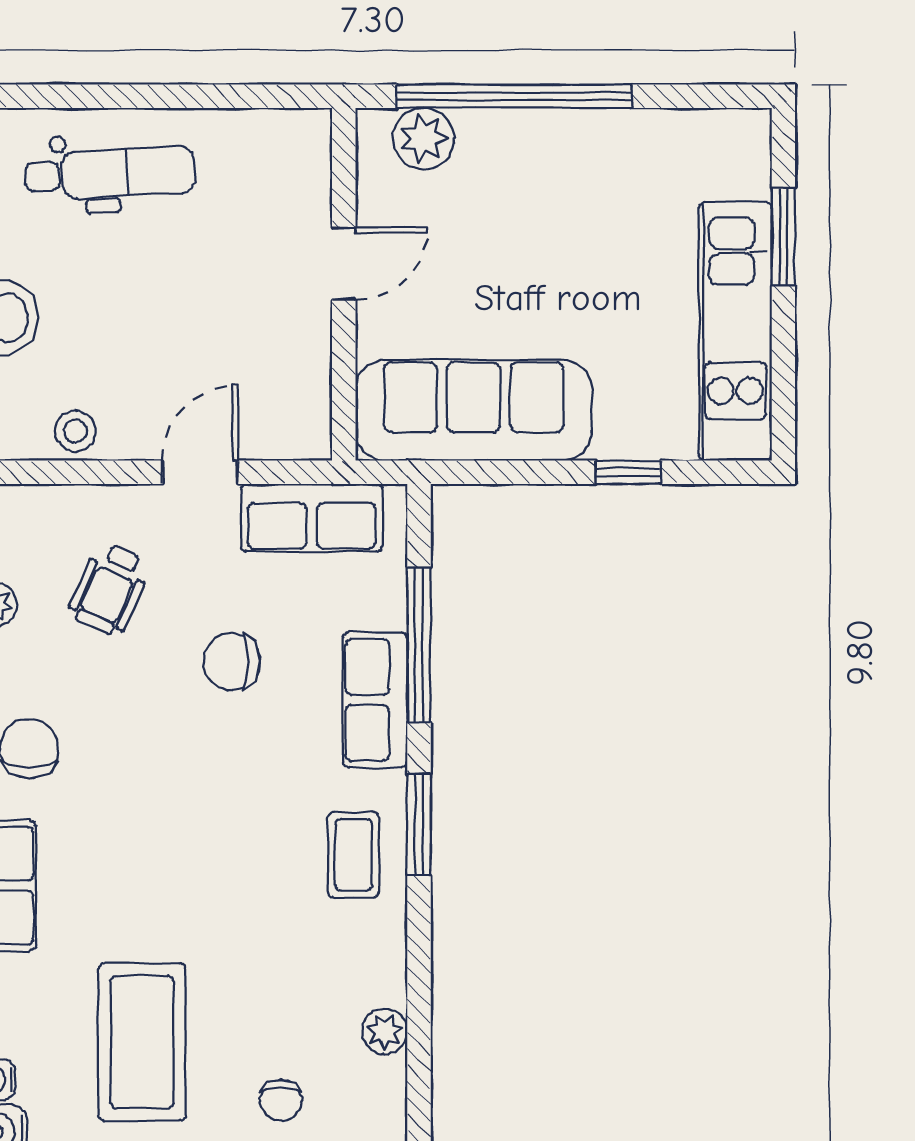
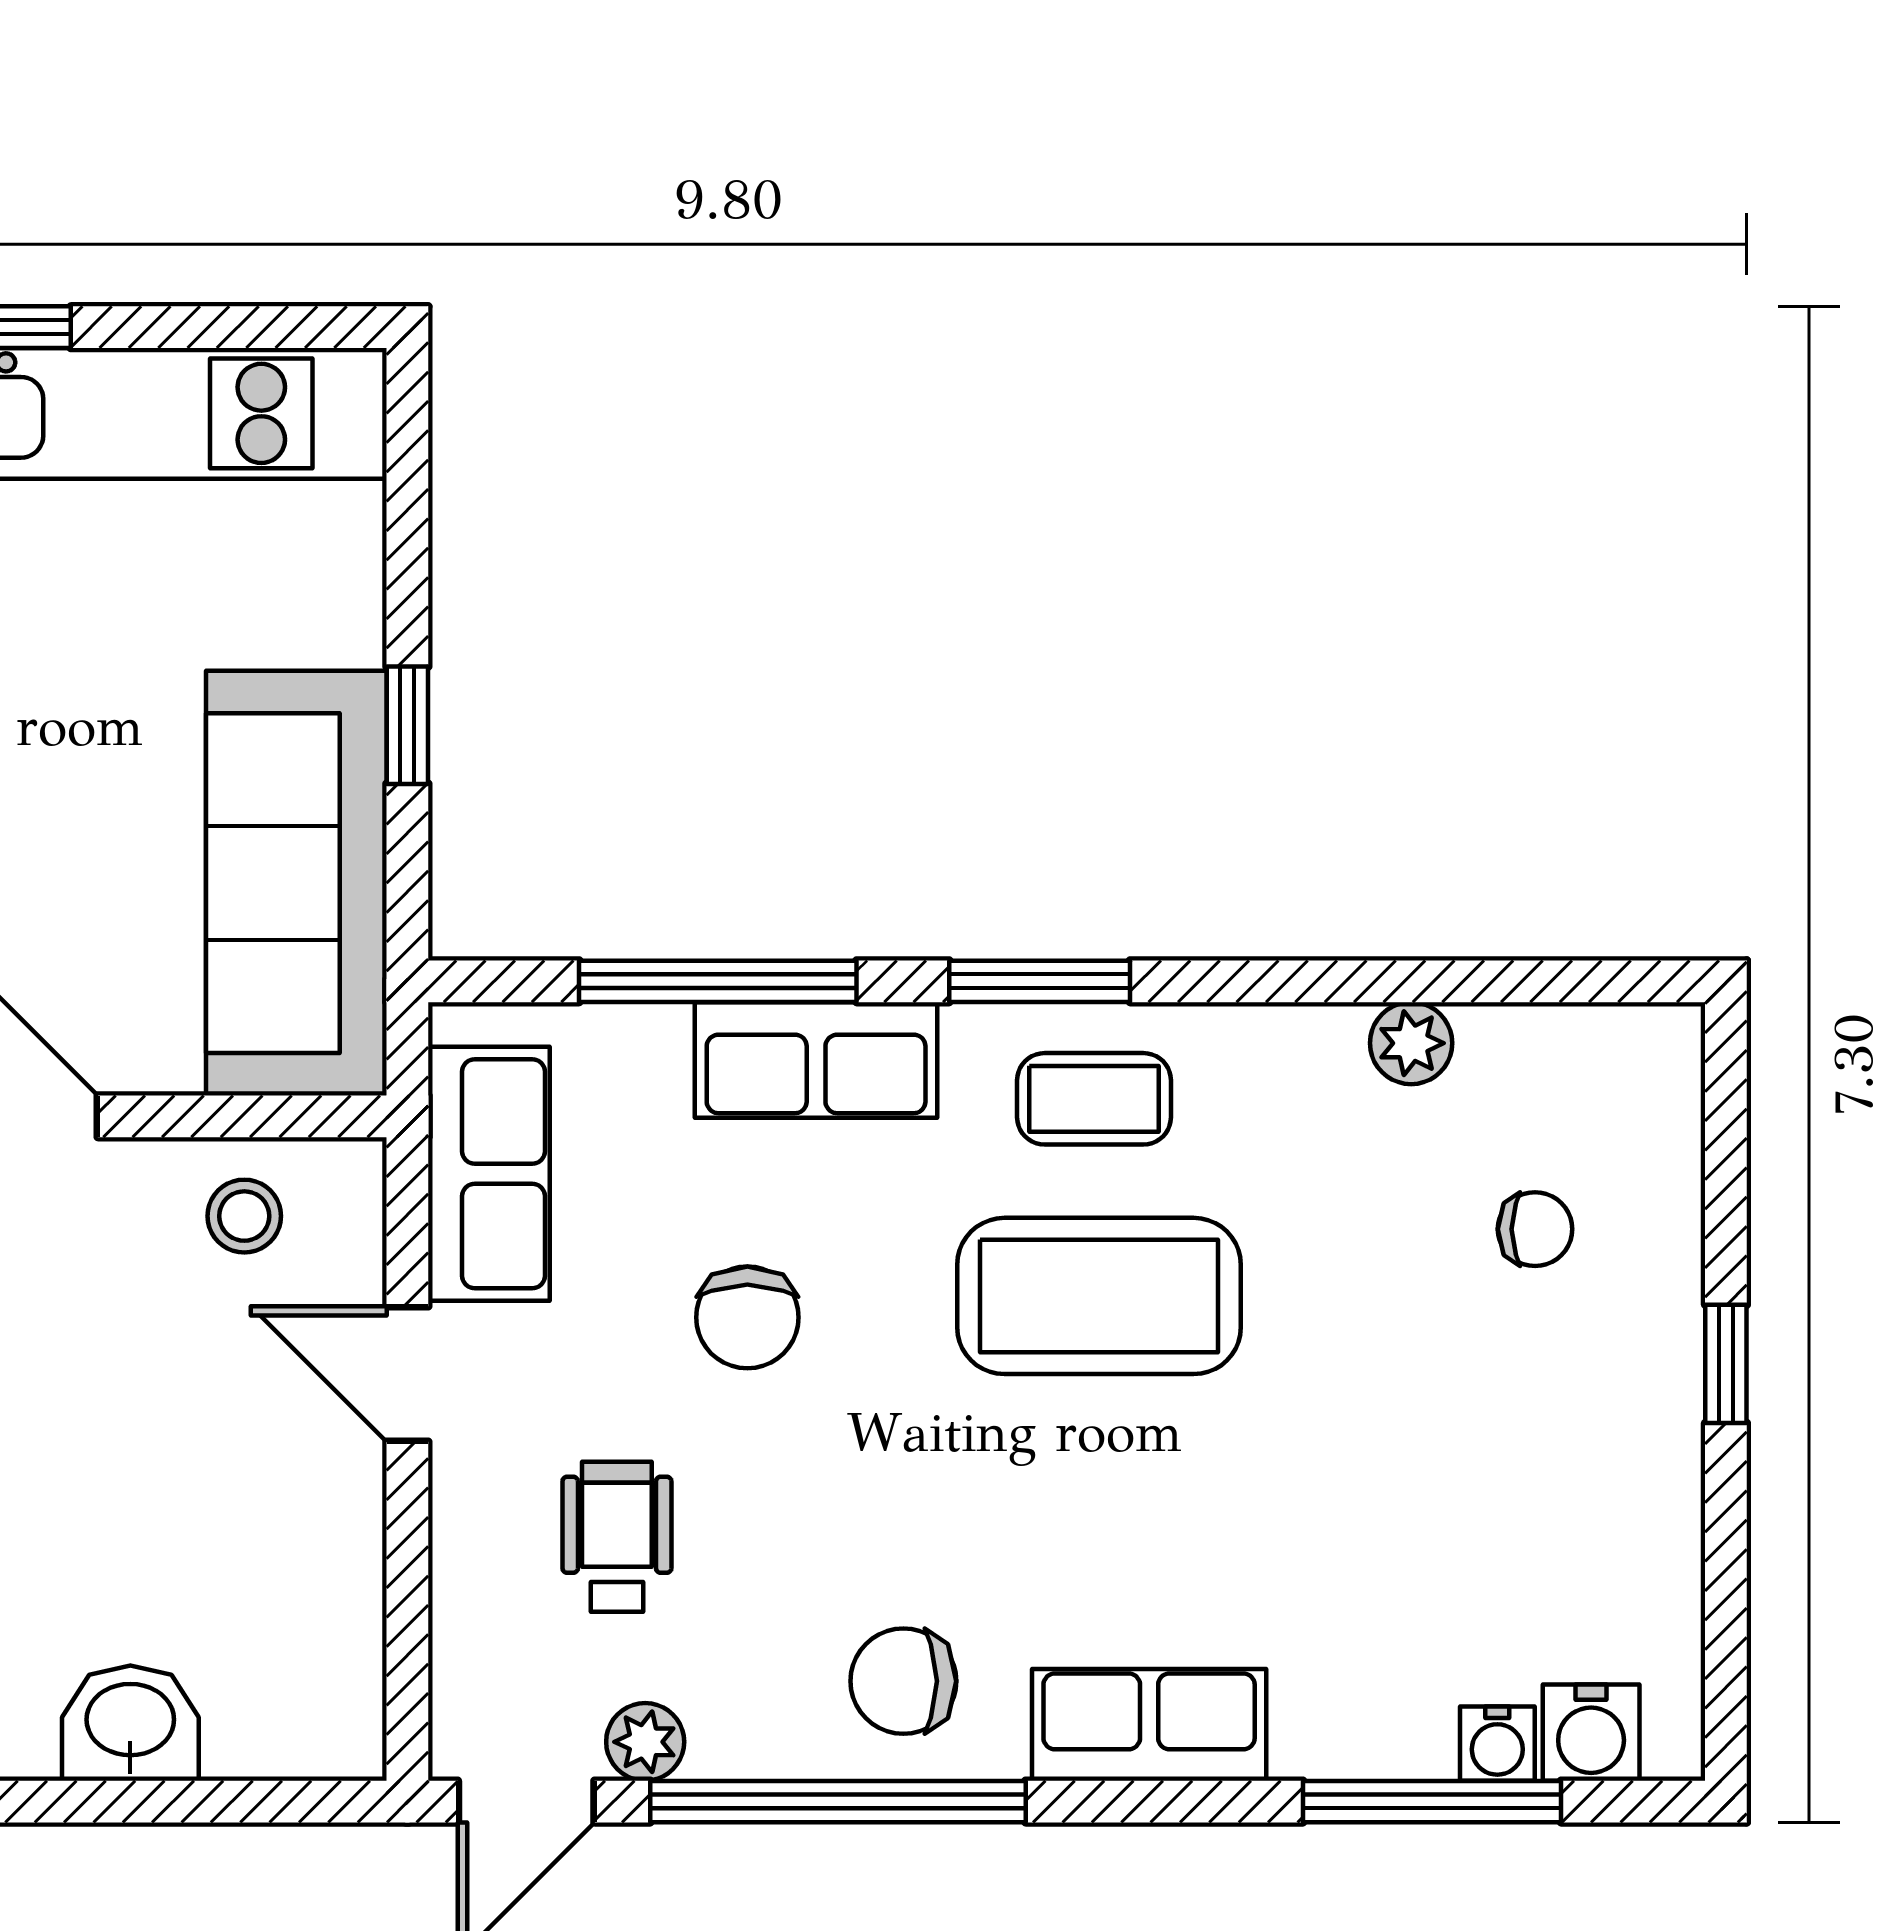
stool: (75, 431) -> (244, 1216), moved
window: (628, 472) -> (407, 725), moved
wheelchair: (110, 589) -> (617, 1537), turned -114
coffee table: (142, 1042) -> (1099, 1296), moved

